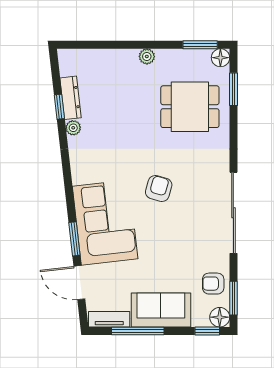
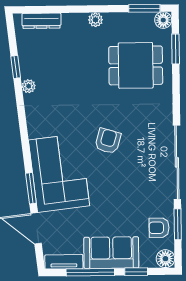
dresser: (71, 98) -> (41, 21), moved, turned 97
window: (233, 298) -> (178, 224), moved
window: (207, 331) -> (136, 272), moved

